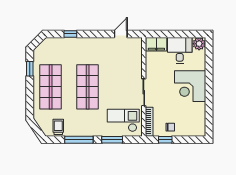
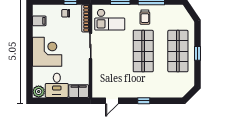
window: (70, 34) -> (144, 101), moved
window: (30, 69) -> (197, 53), moved
filing cabinet: (198, 119) -> (39, 21), added
trolley: (58, 127) -> (145, 17), moved

